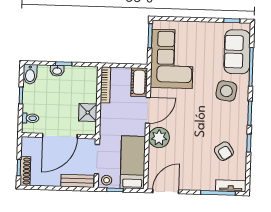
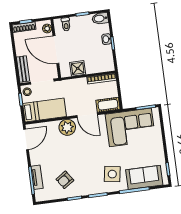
plant: (32, 142) -> (47, 28), added
tv unit: (231, 186) -> (37, 177), moved
door: (166, 191) -> (26, 139), hinge flipped

